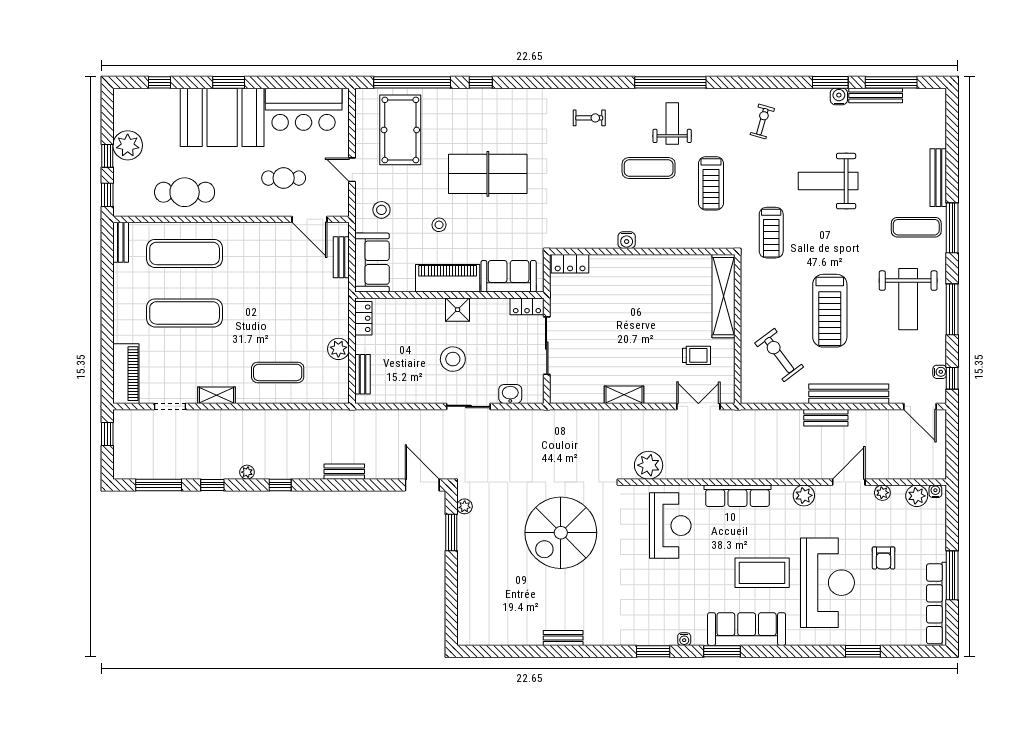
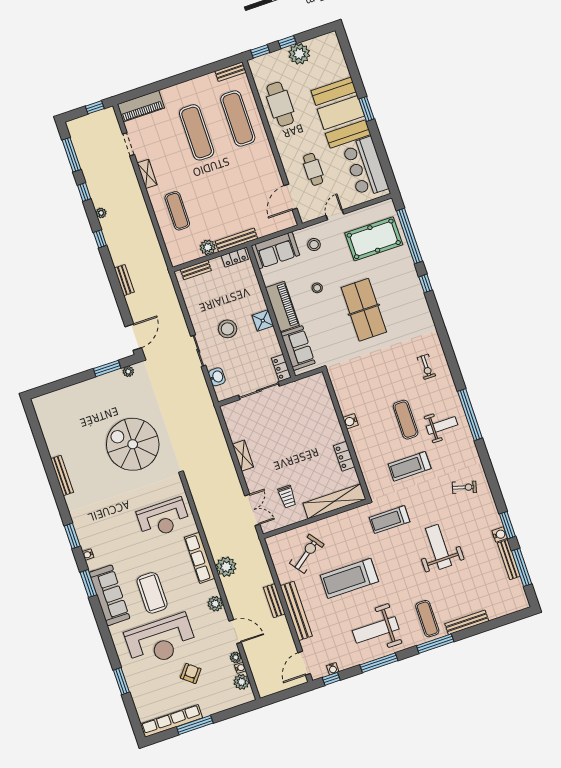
window: (160, 82) -> (350, 61), removed
bench: (341, 257) -> (236, 240), moved, width x1.36
locker: (570, 264) -> (344, 456), moved
plant: (649, 465) -> (226, 567), moved
water cooler: (935, 491) -> (240, 668), moved
armchair: (884, 558) -> (191, 673), turned 129
bench: (563, 638) -> (62, 475), width x1.36

